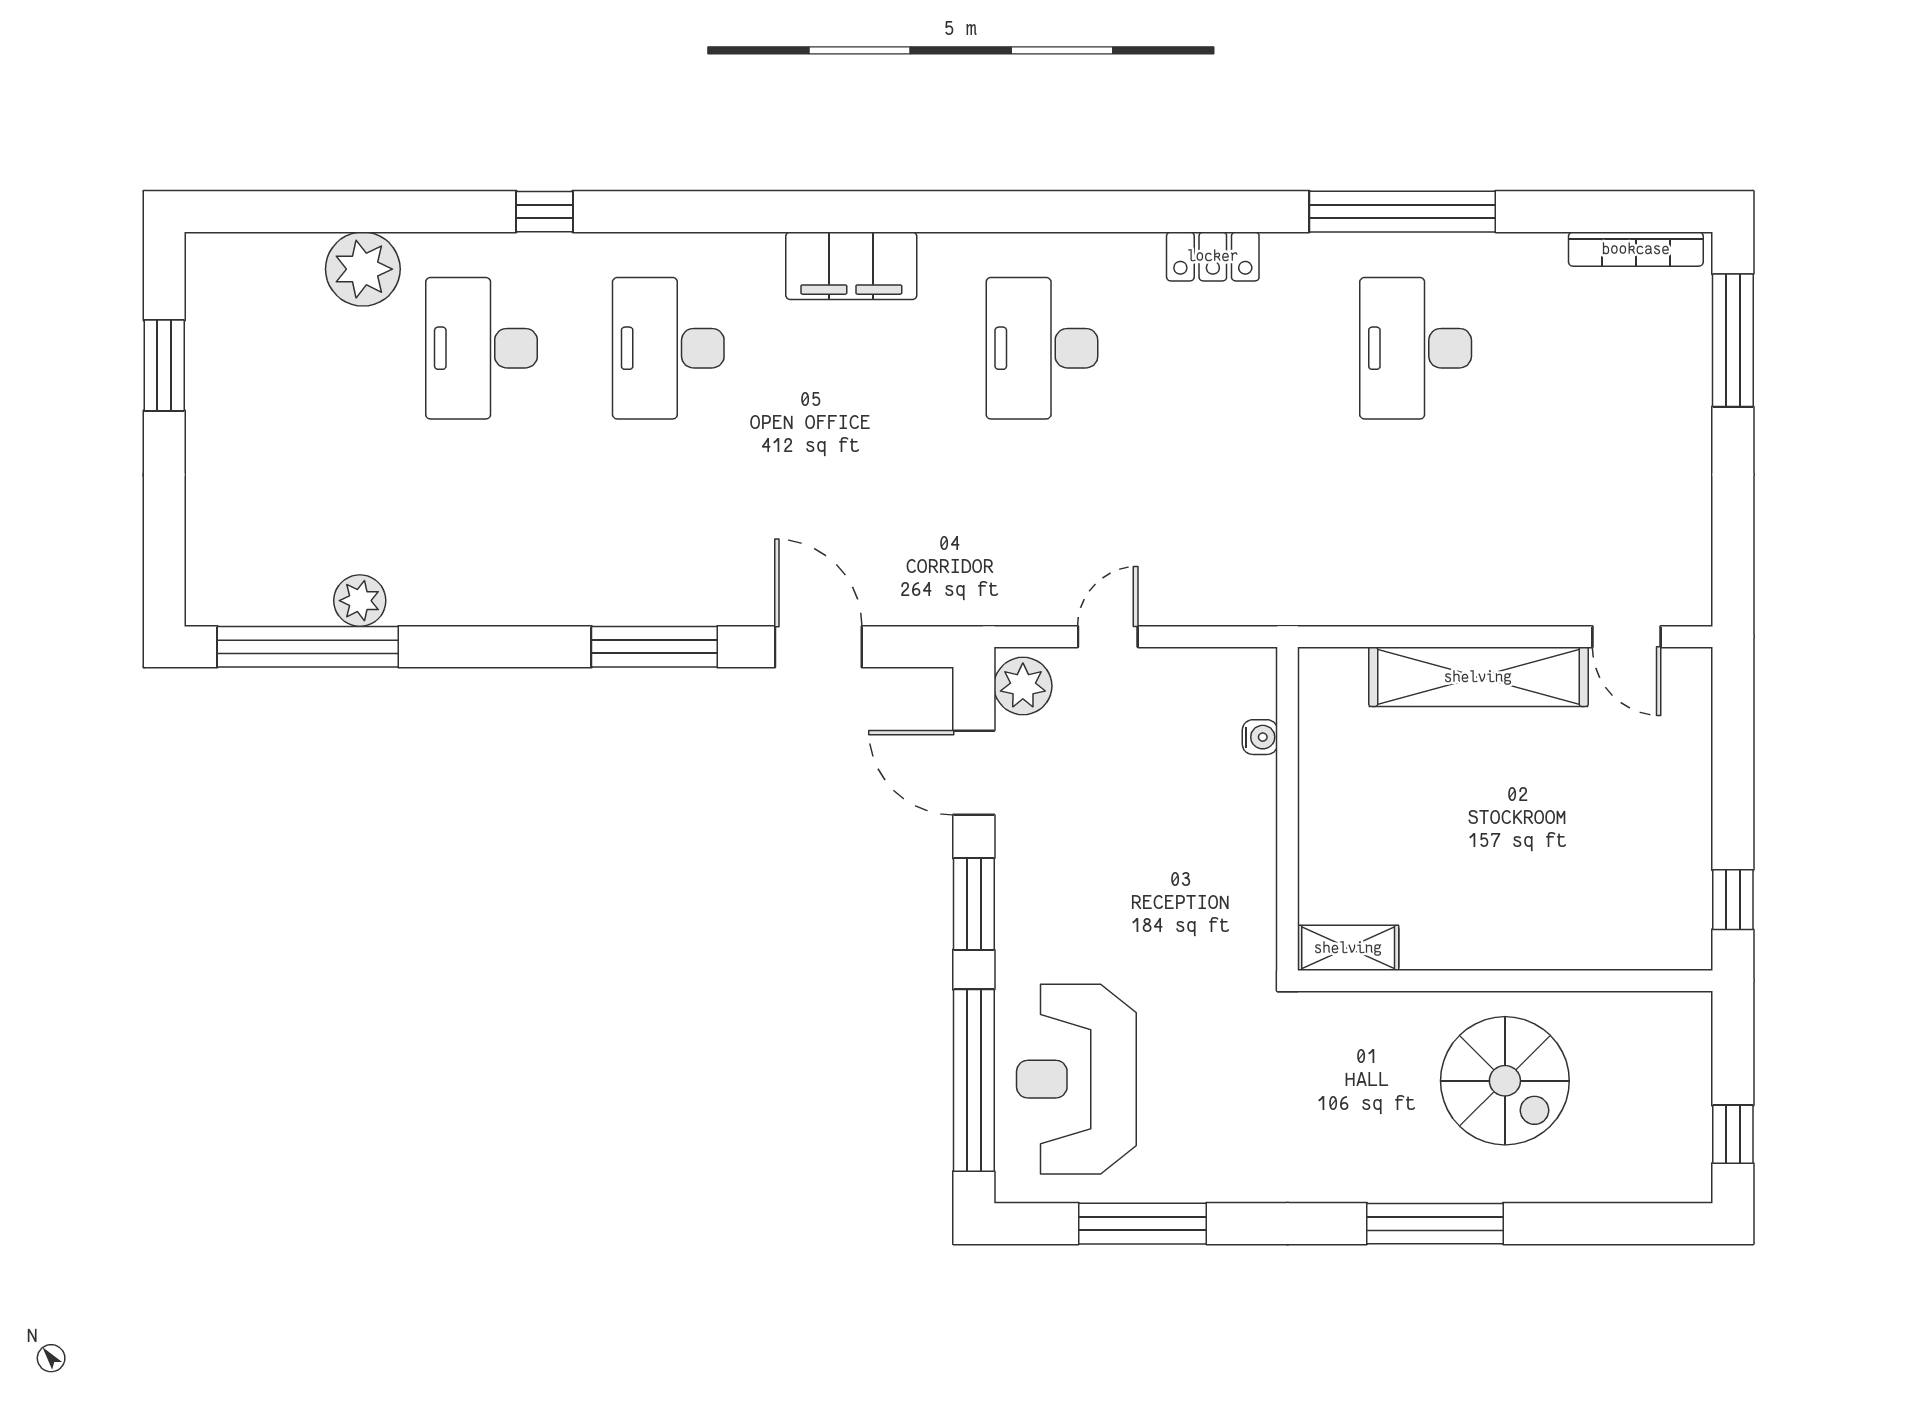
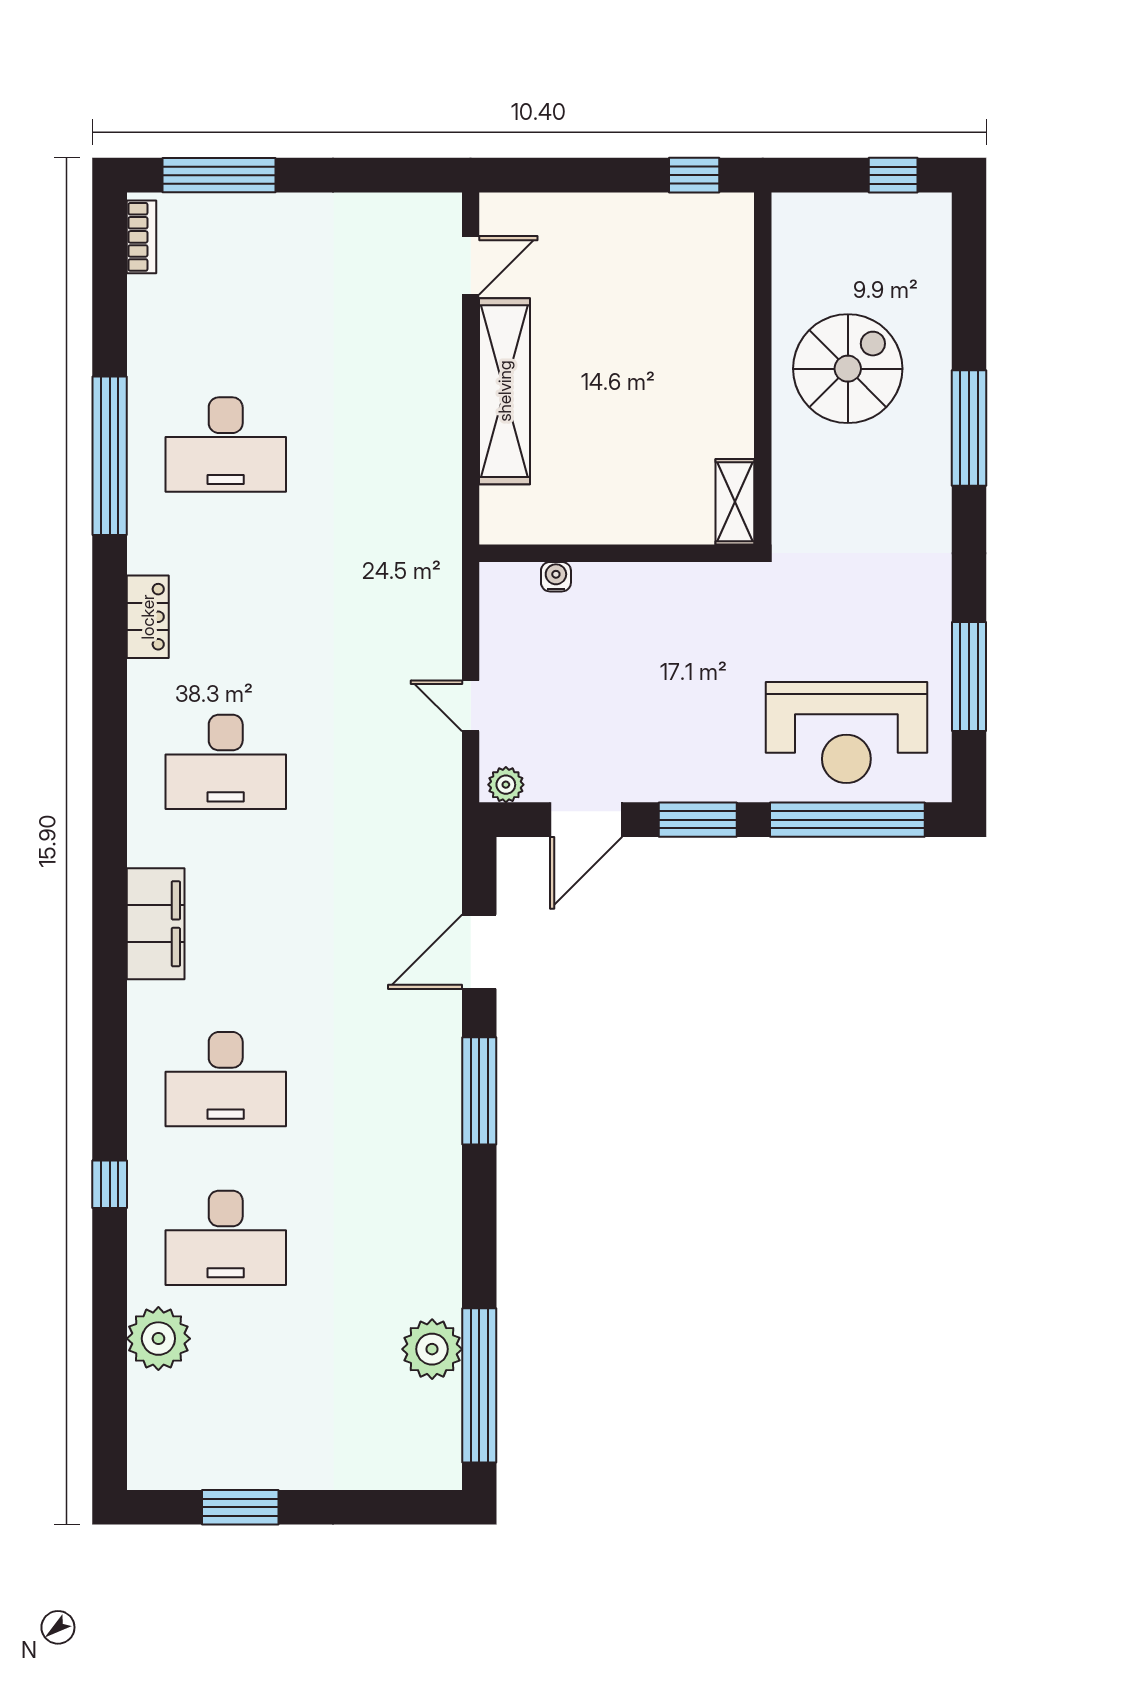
bookcase: (1636, 249) -> (141, 237), width x0.64
plant: (360, 601) -> (432, 1349), width x1.36, depth x1.36
plant: (1023, 686) -> (506, 785), width x0.73, depth x0.73

